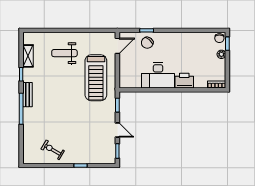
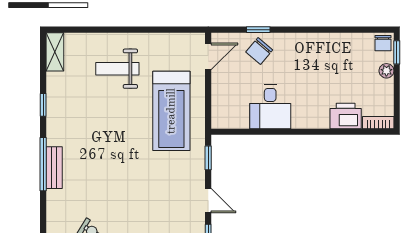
shelving: (28, 56) -> (55, 52), moved
desk: (158, 75) -> (270, 107), width x0.73
printer: (184, 81) -> (346, 116), moved
bench: (28, 95) -> (54, 168), moved

